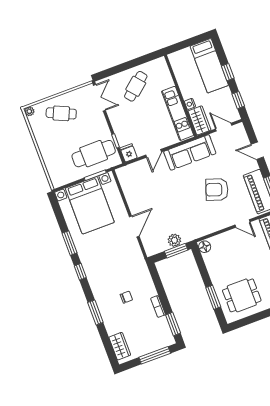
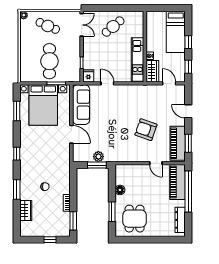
sofa: (190, 152) -> (81, 105), moved, turned -90
door: (154, 153) -> (107, 83), swing flipped
cafe table: (94, 154) -> (49, 61), moved, turned 90
door: (134, 226) -> (71, 134), hinge flipped
window: (70, 243) -> (17, 111), moved
floor lamp: (205, 247) -> (120, 190), moved
dining table: (242, 295) -> (135, 219), turned 90
wardrobe: (120, 346) -> (26, 210), moved
window: (155, 355) -> (50, 240), width x0.46

